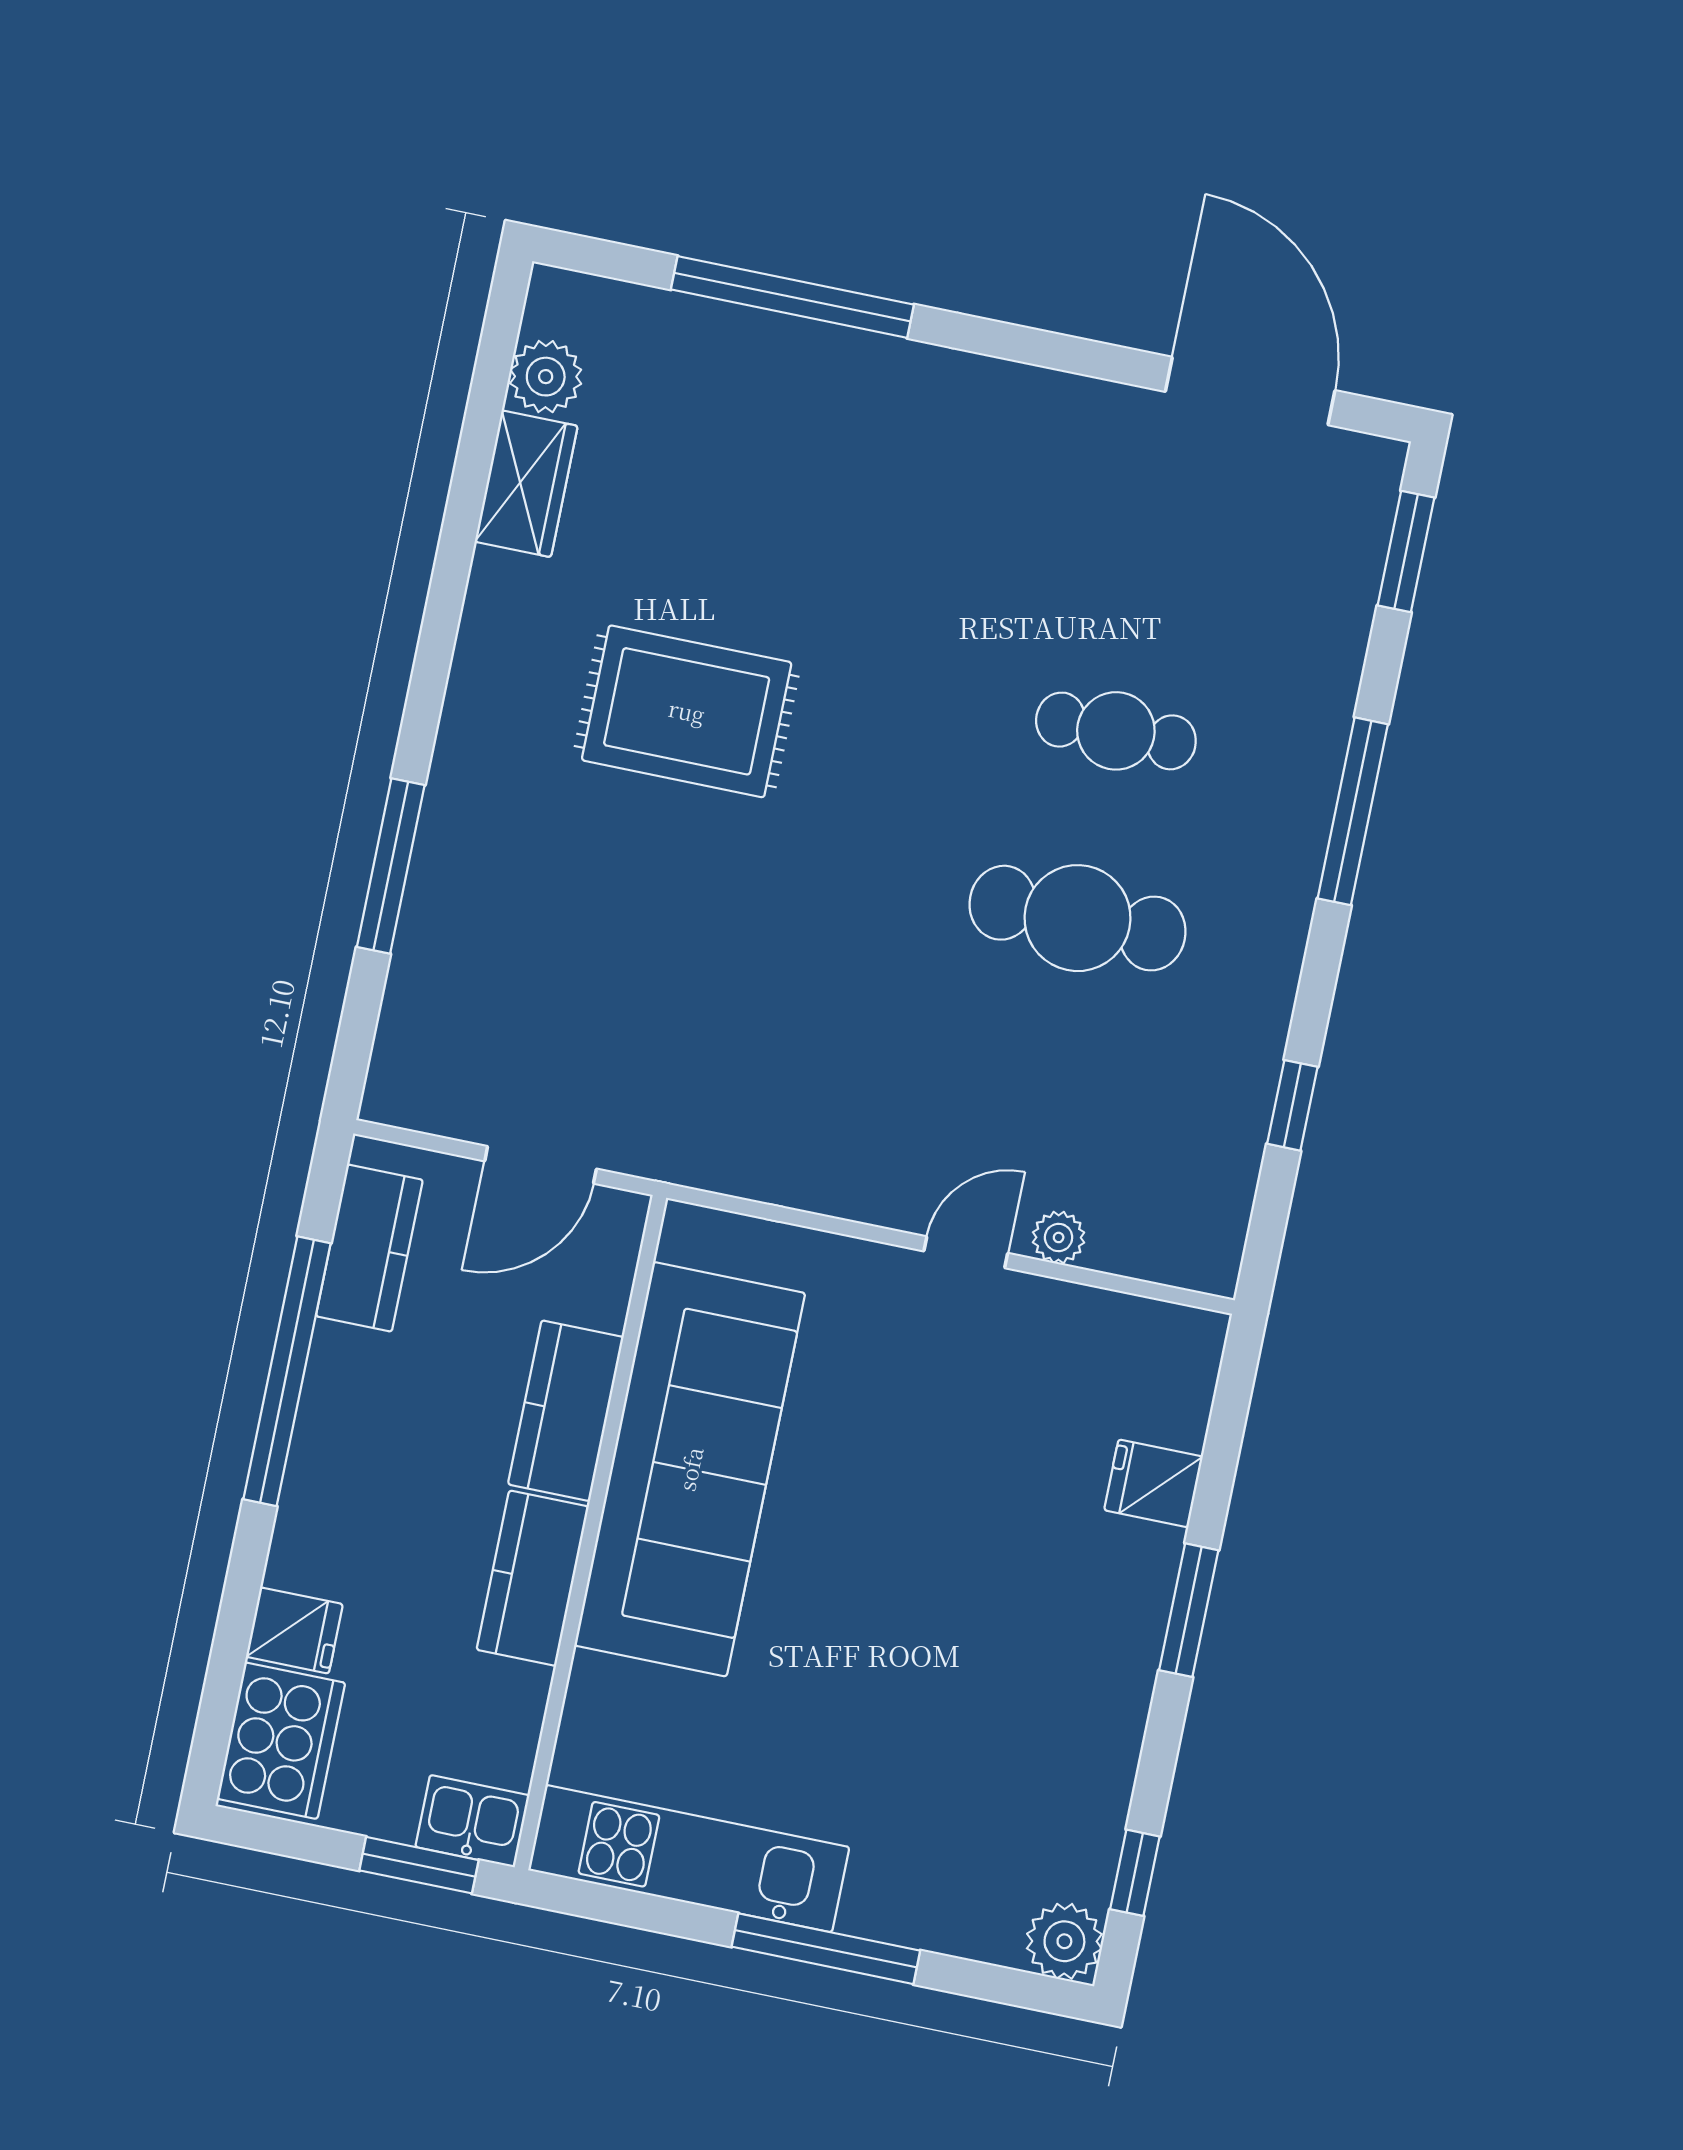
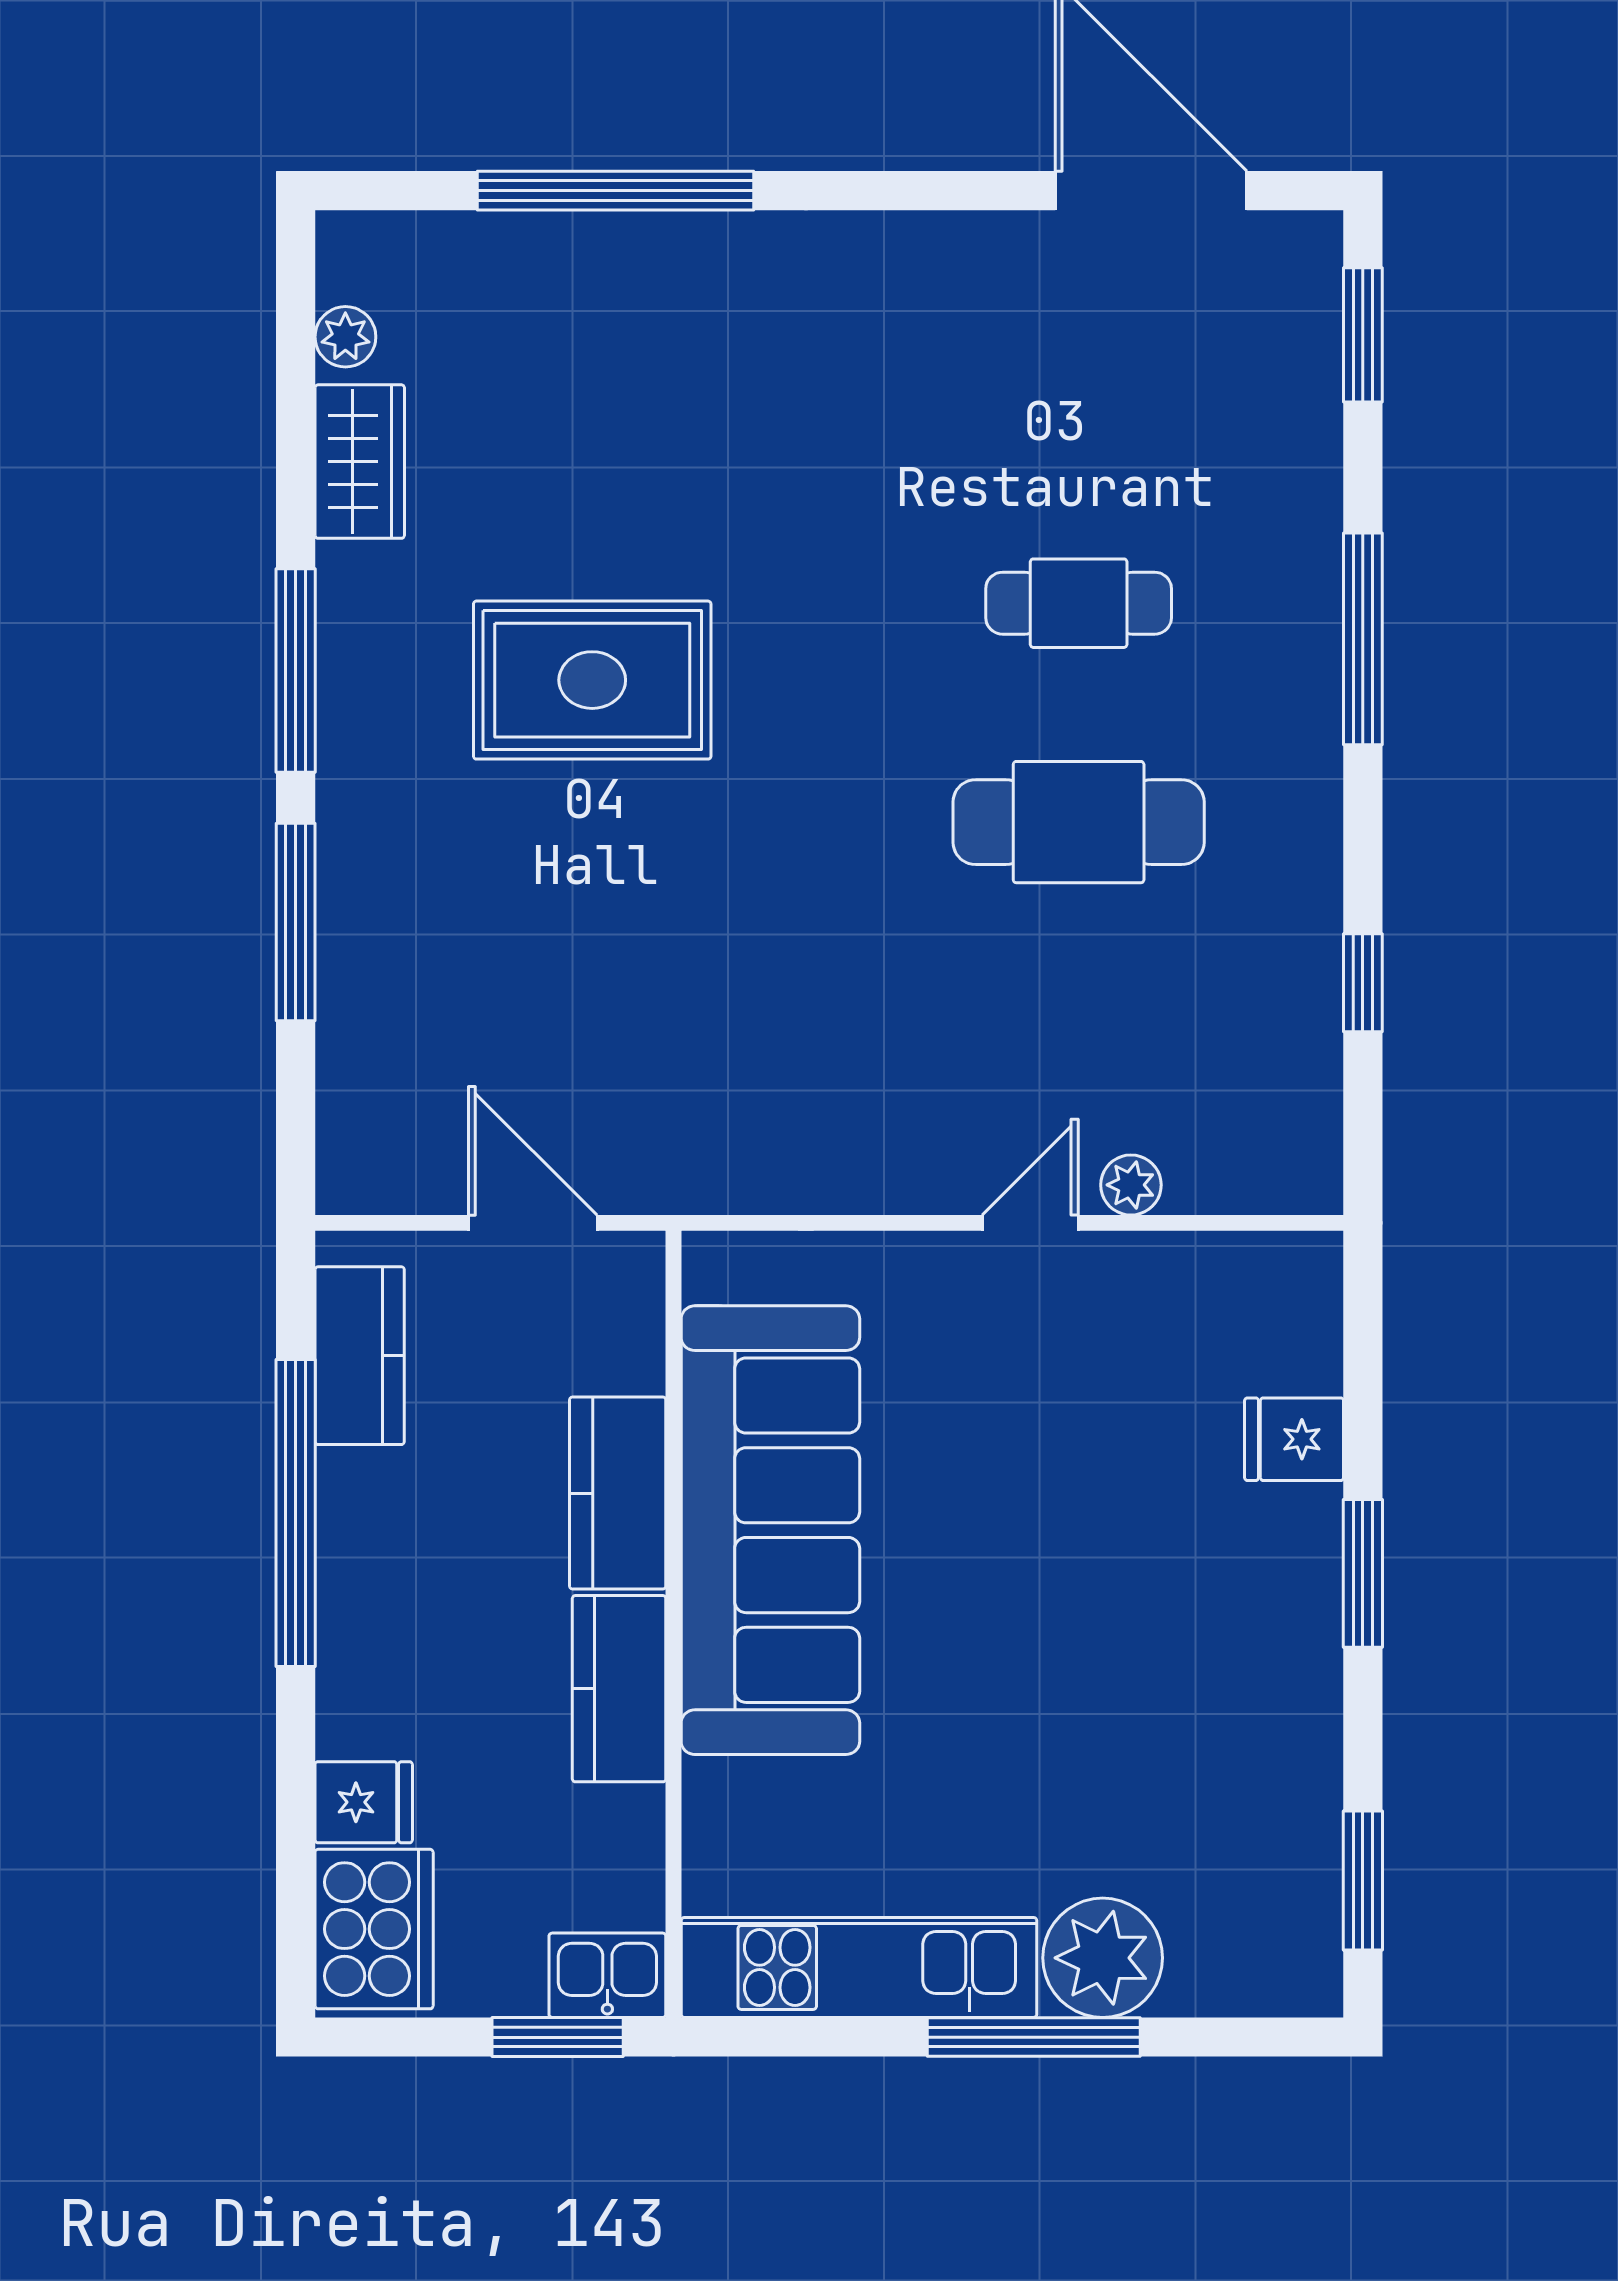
plant: (546, 377) -> (345, 337), width x0.73, depth x0.73
window: (435, 651) -> (296, 671), added
door: (541, 1165) -> (533, 1223), swing flipped
window: (1135, 1873) -> (1363, 1881), width x1.50
plant: (1064, 1941) -> (1103, 1958), moved, width x1.36, depth x1.36

